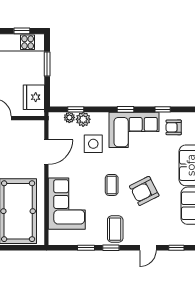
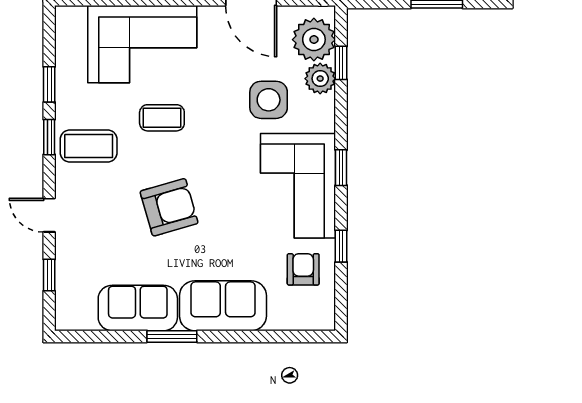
plant: (69, 117) -> (314, 40), width x1.87, depth x1.87
coffee table: (112, 185) -> (162, 118), moved
armchair: (144, 191) -> (169, 207), turned 101

